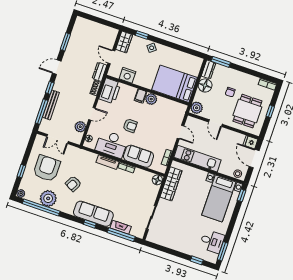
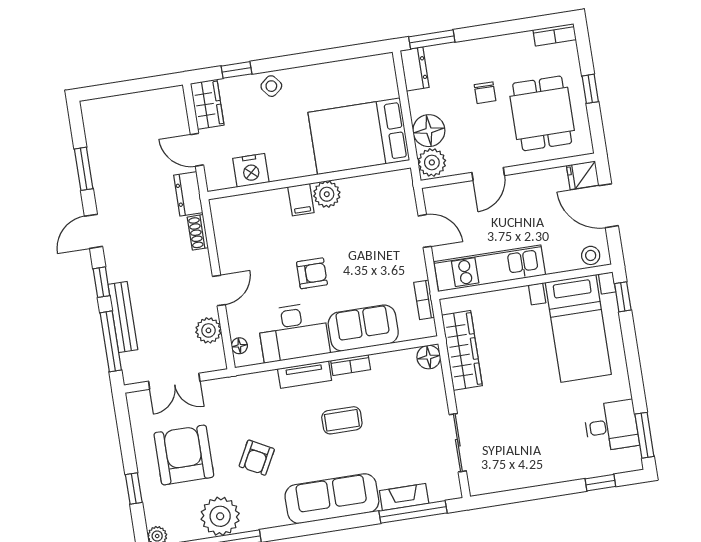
floor lamp: (205, 85) -> (429, 131), moved
printer: (110, 91) -> (231, 222), removed
door: (215, 123) -> (488, 174), hinge flipped
coffee table: (112, 186) -> (342, 420), added
window: (90, 224) -> (336, 524), removed

